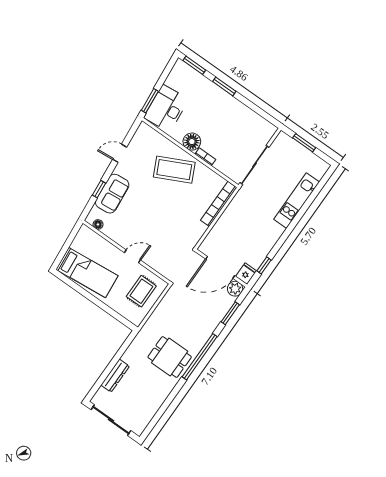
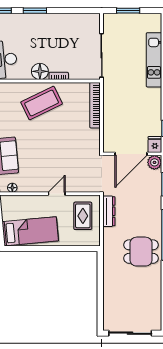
dresser: (115, 376) -> (109, 211), moved

